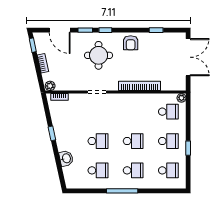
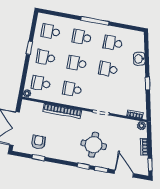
armchair: (131, 43) -> (38, 142), moved
school desk: (133, 112) -> (72, 89), added

